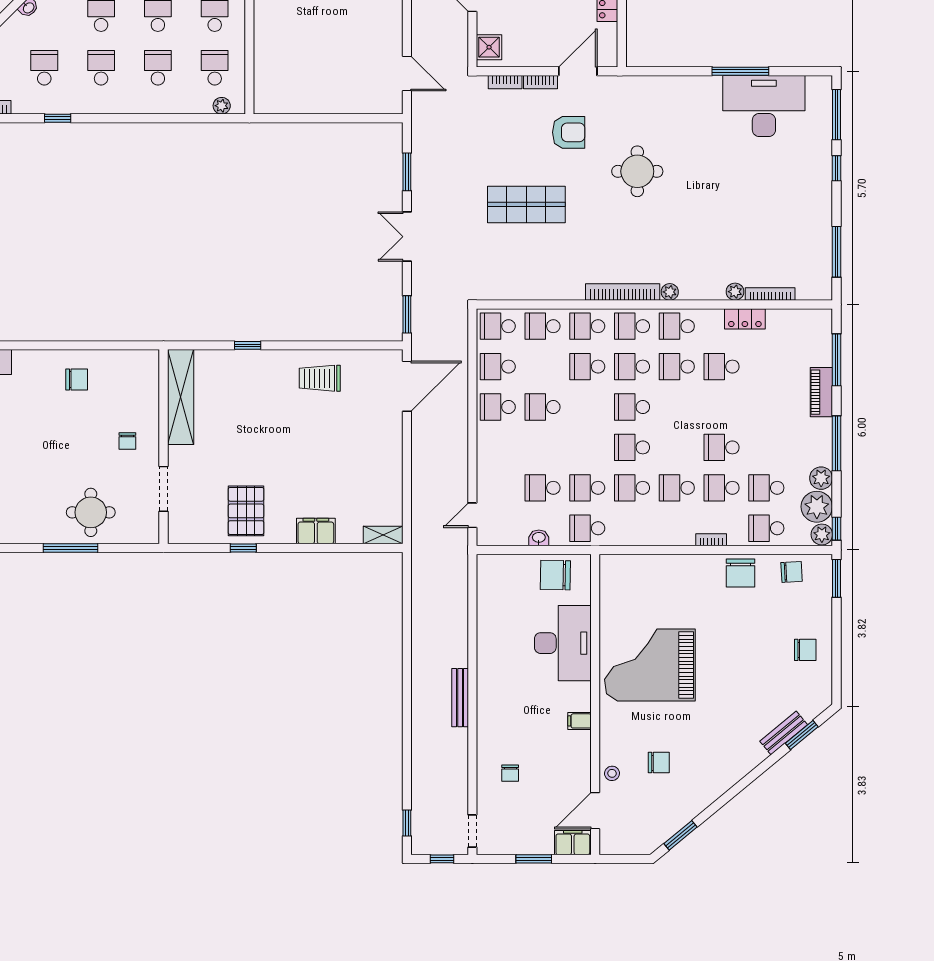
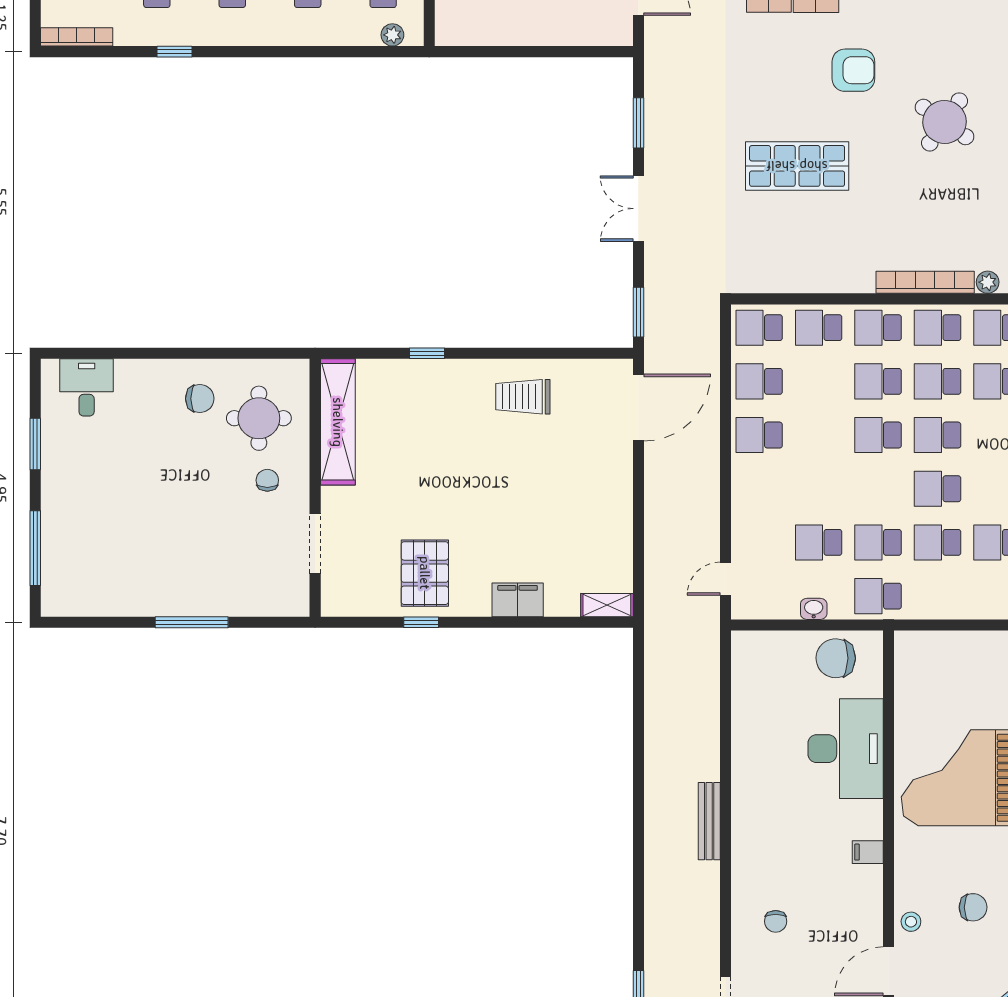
round table: (637, 171) -> (945, 122), turned 35
school desk: (543, 407) -> (878, 435), moved
chair: (127, 441) -> (267, 480), turned 180
round table: (91, 512) -> (259, 418), moved

